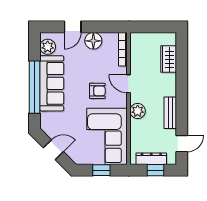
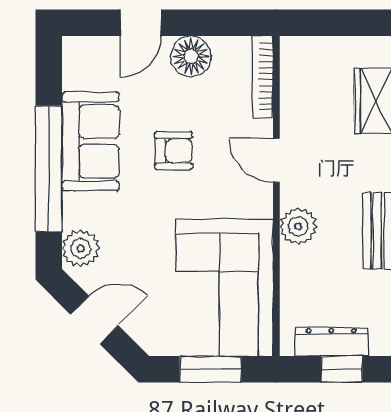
plant: (48, 47) -> (81, 248), moved
sofa: (52, 83) -> (91, 142), width x0.73
armchair: (97, 91) -> (173, 151), moved
window: (101, 170) -> (211, 369), width x1.50

